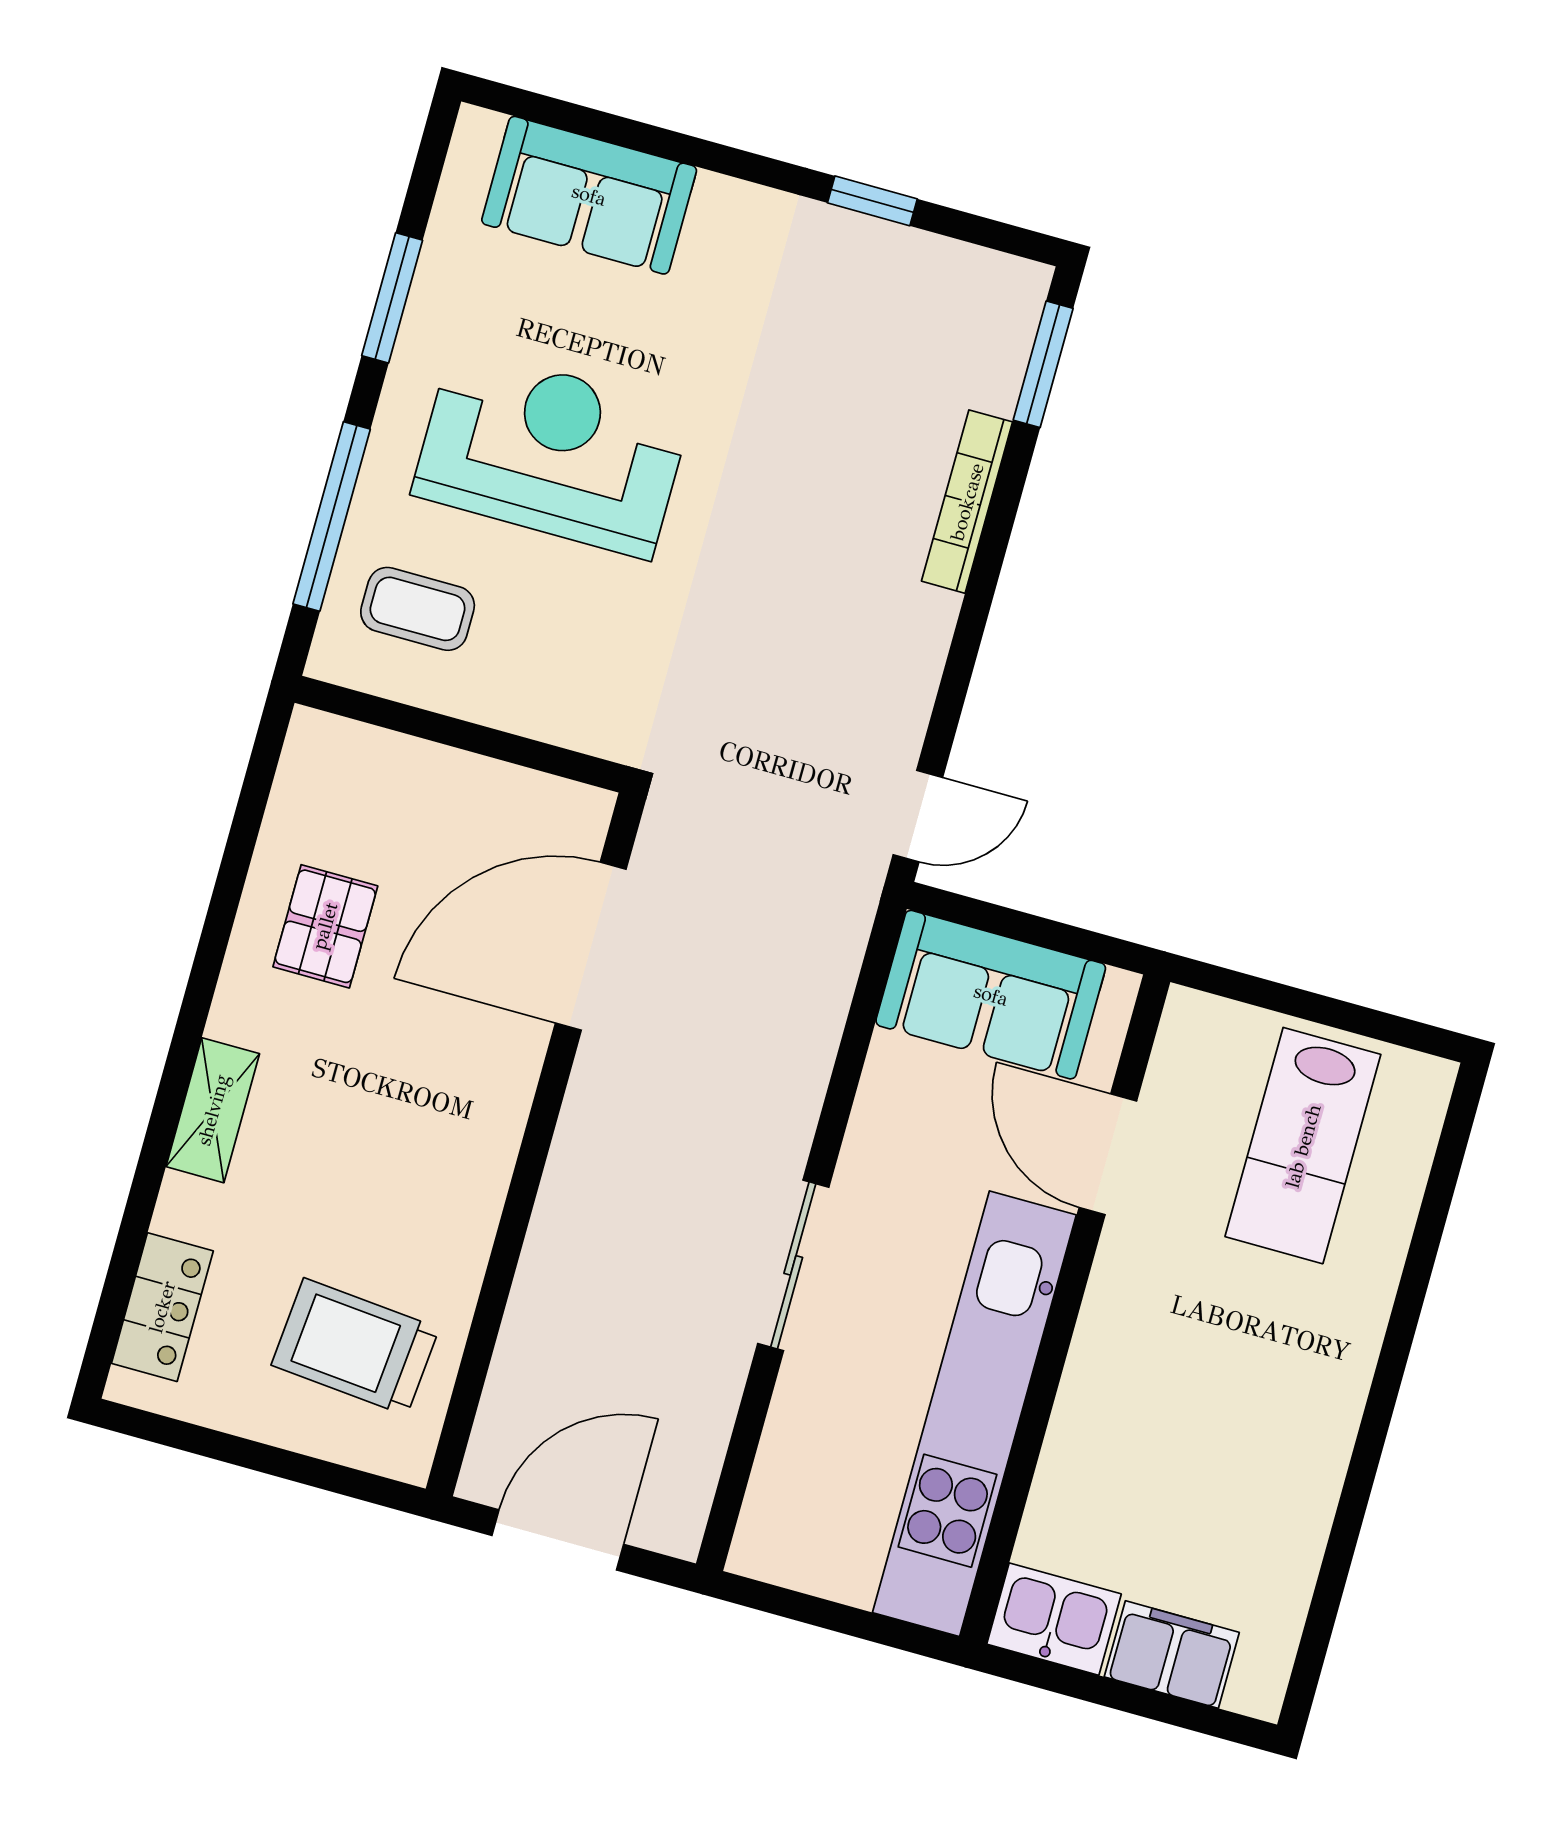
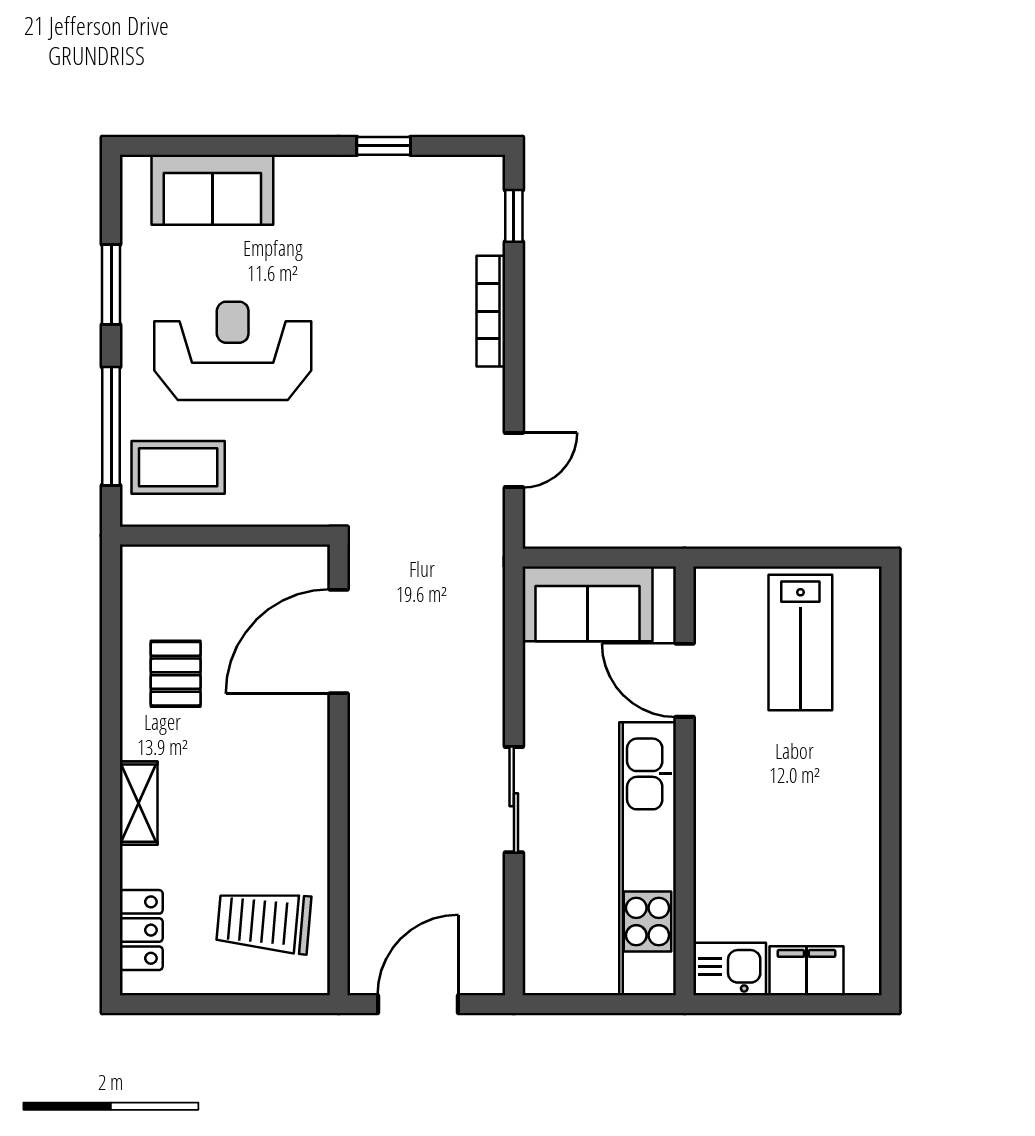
window: (1043, 364) -> (514, 216), width x0.67
coffee table: (418, 609) -> (178, 467), width x1.36, depth x1.30
door: (918, 816) -> (514, 460), moved

